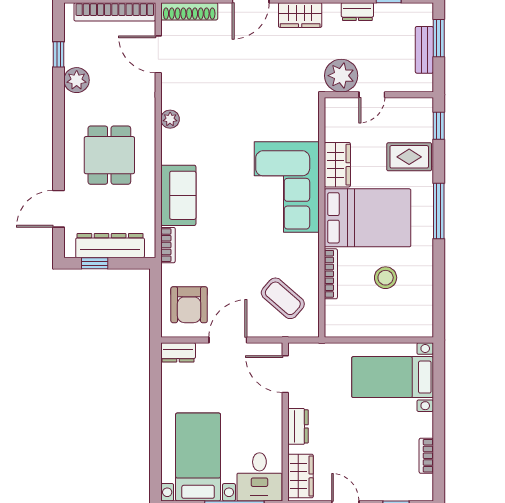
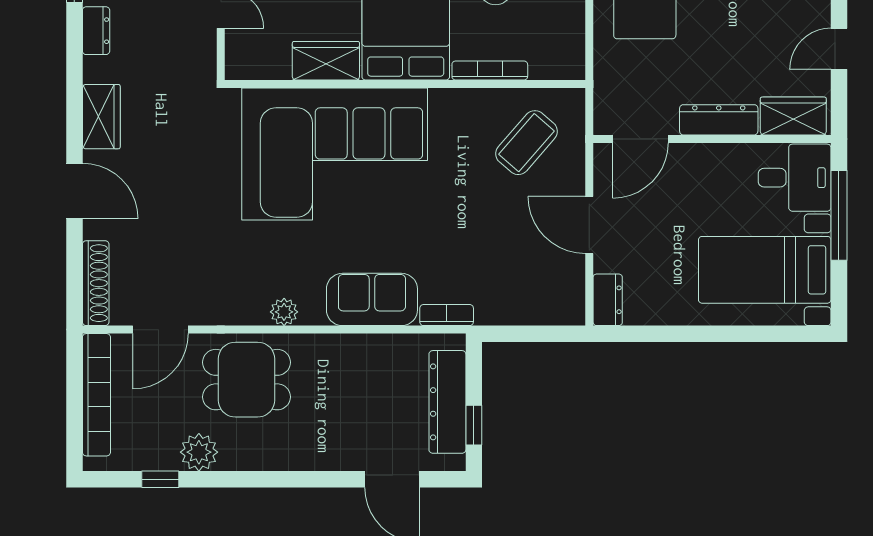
plant: (341, 76) -> (192, 55), removed
plant: (170, 119) -> (284, 312), moved
dining table: (109, 155) -> (246, 380), moved
corner sofa: (287, 187) -> (335, 154), width x1.36, depth x1.36
armchair: (189, 305) -> (536, 283), removed
dresser: (298, 426) -> (719, 120), width x1.44

